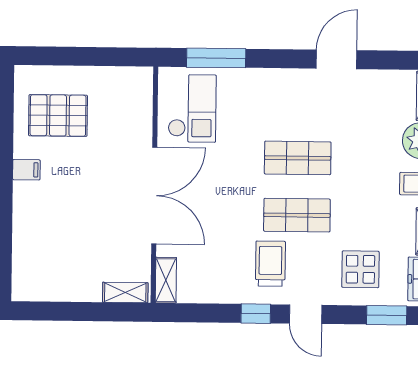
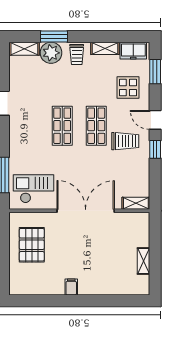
pallet: (58, 115) -> (32, 245), moved
trolley: (270, 264) -> (125, 141), turned 180
shelving: (125, 292) -> (143, 261), moved
door: (306, 314) -> (155, 120), swing flipped

